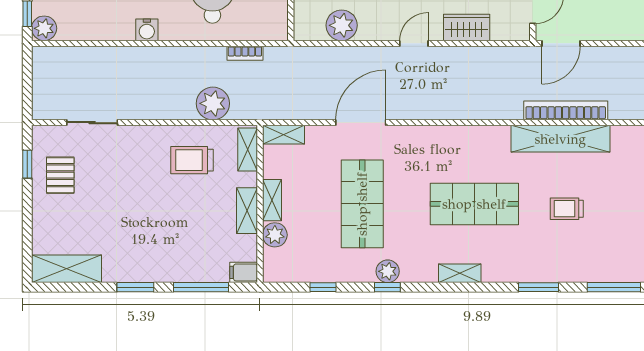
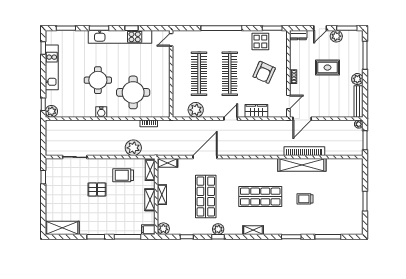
pallet: (60, 175) -> (97, 189), moved, turned 90
plant: (275, 235) -> (163, 229), moved

